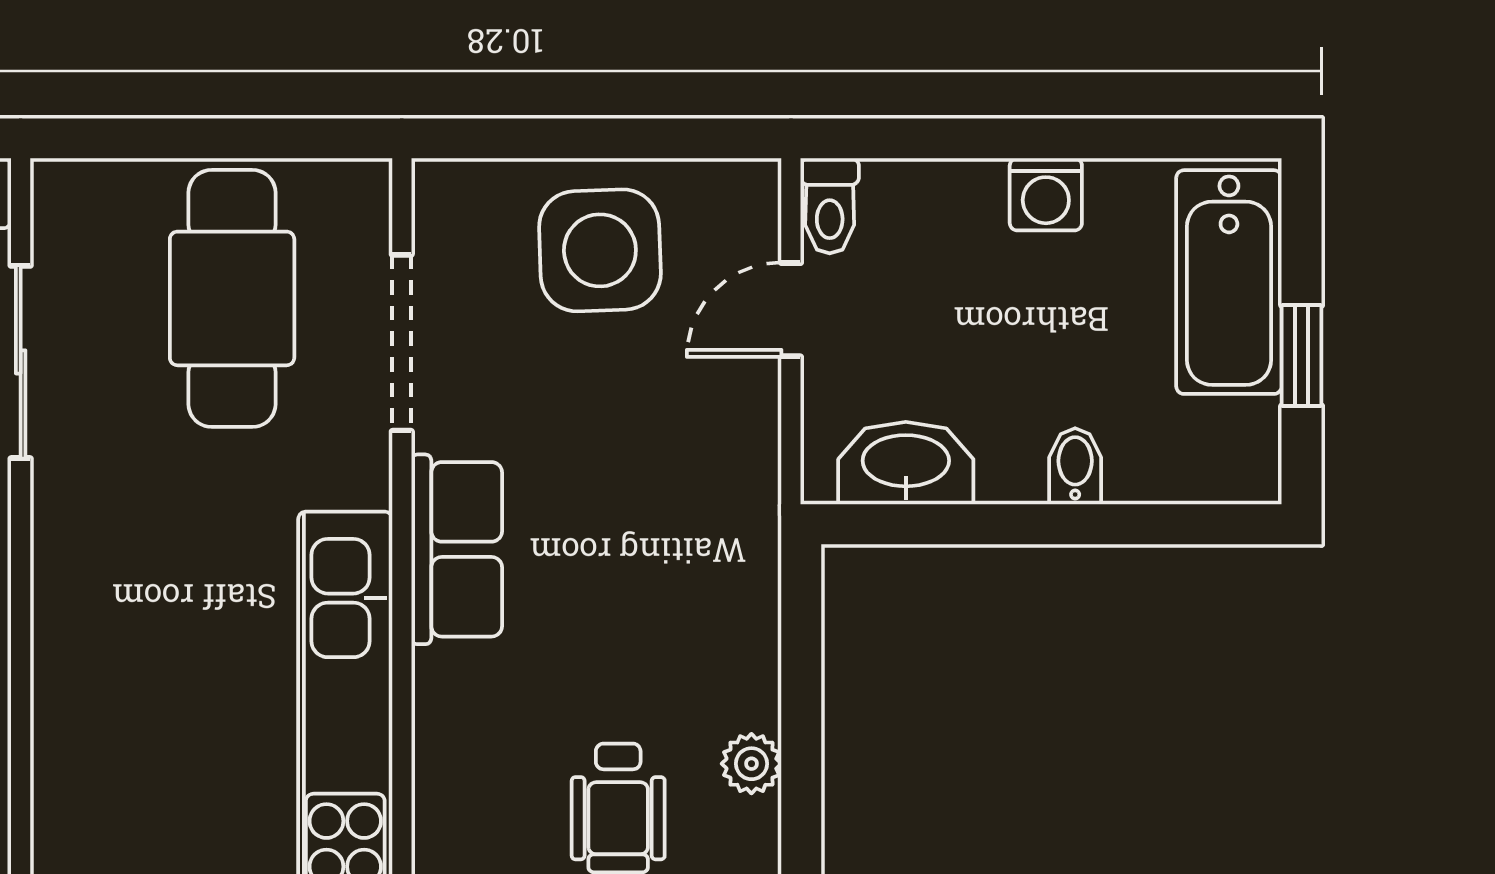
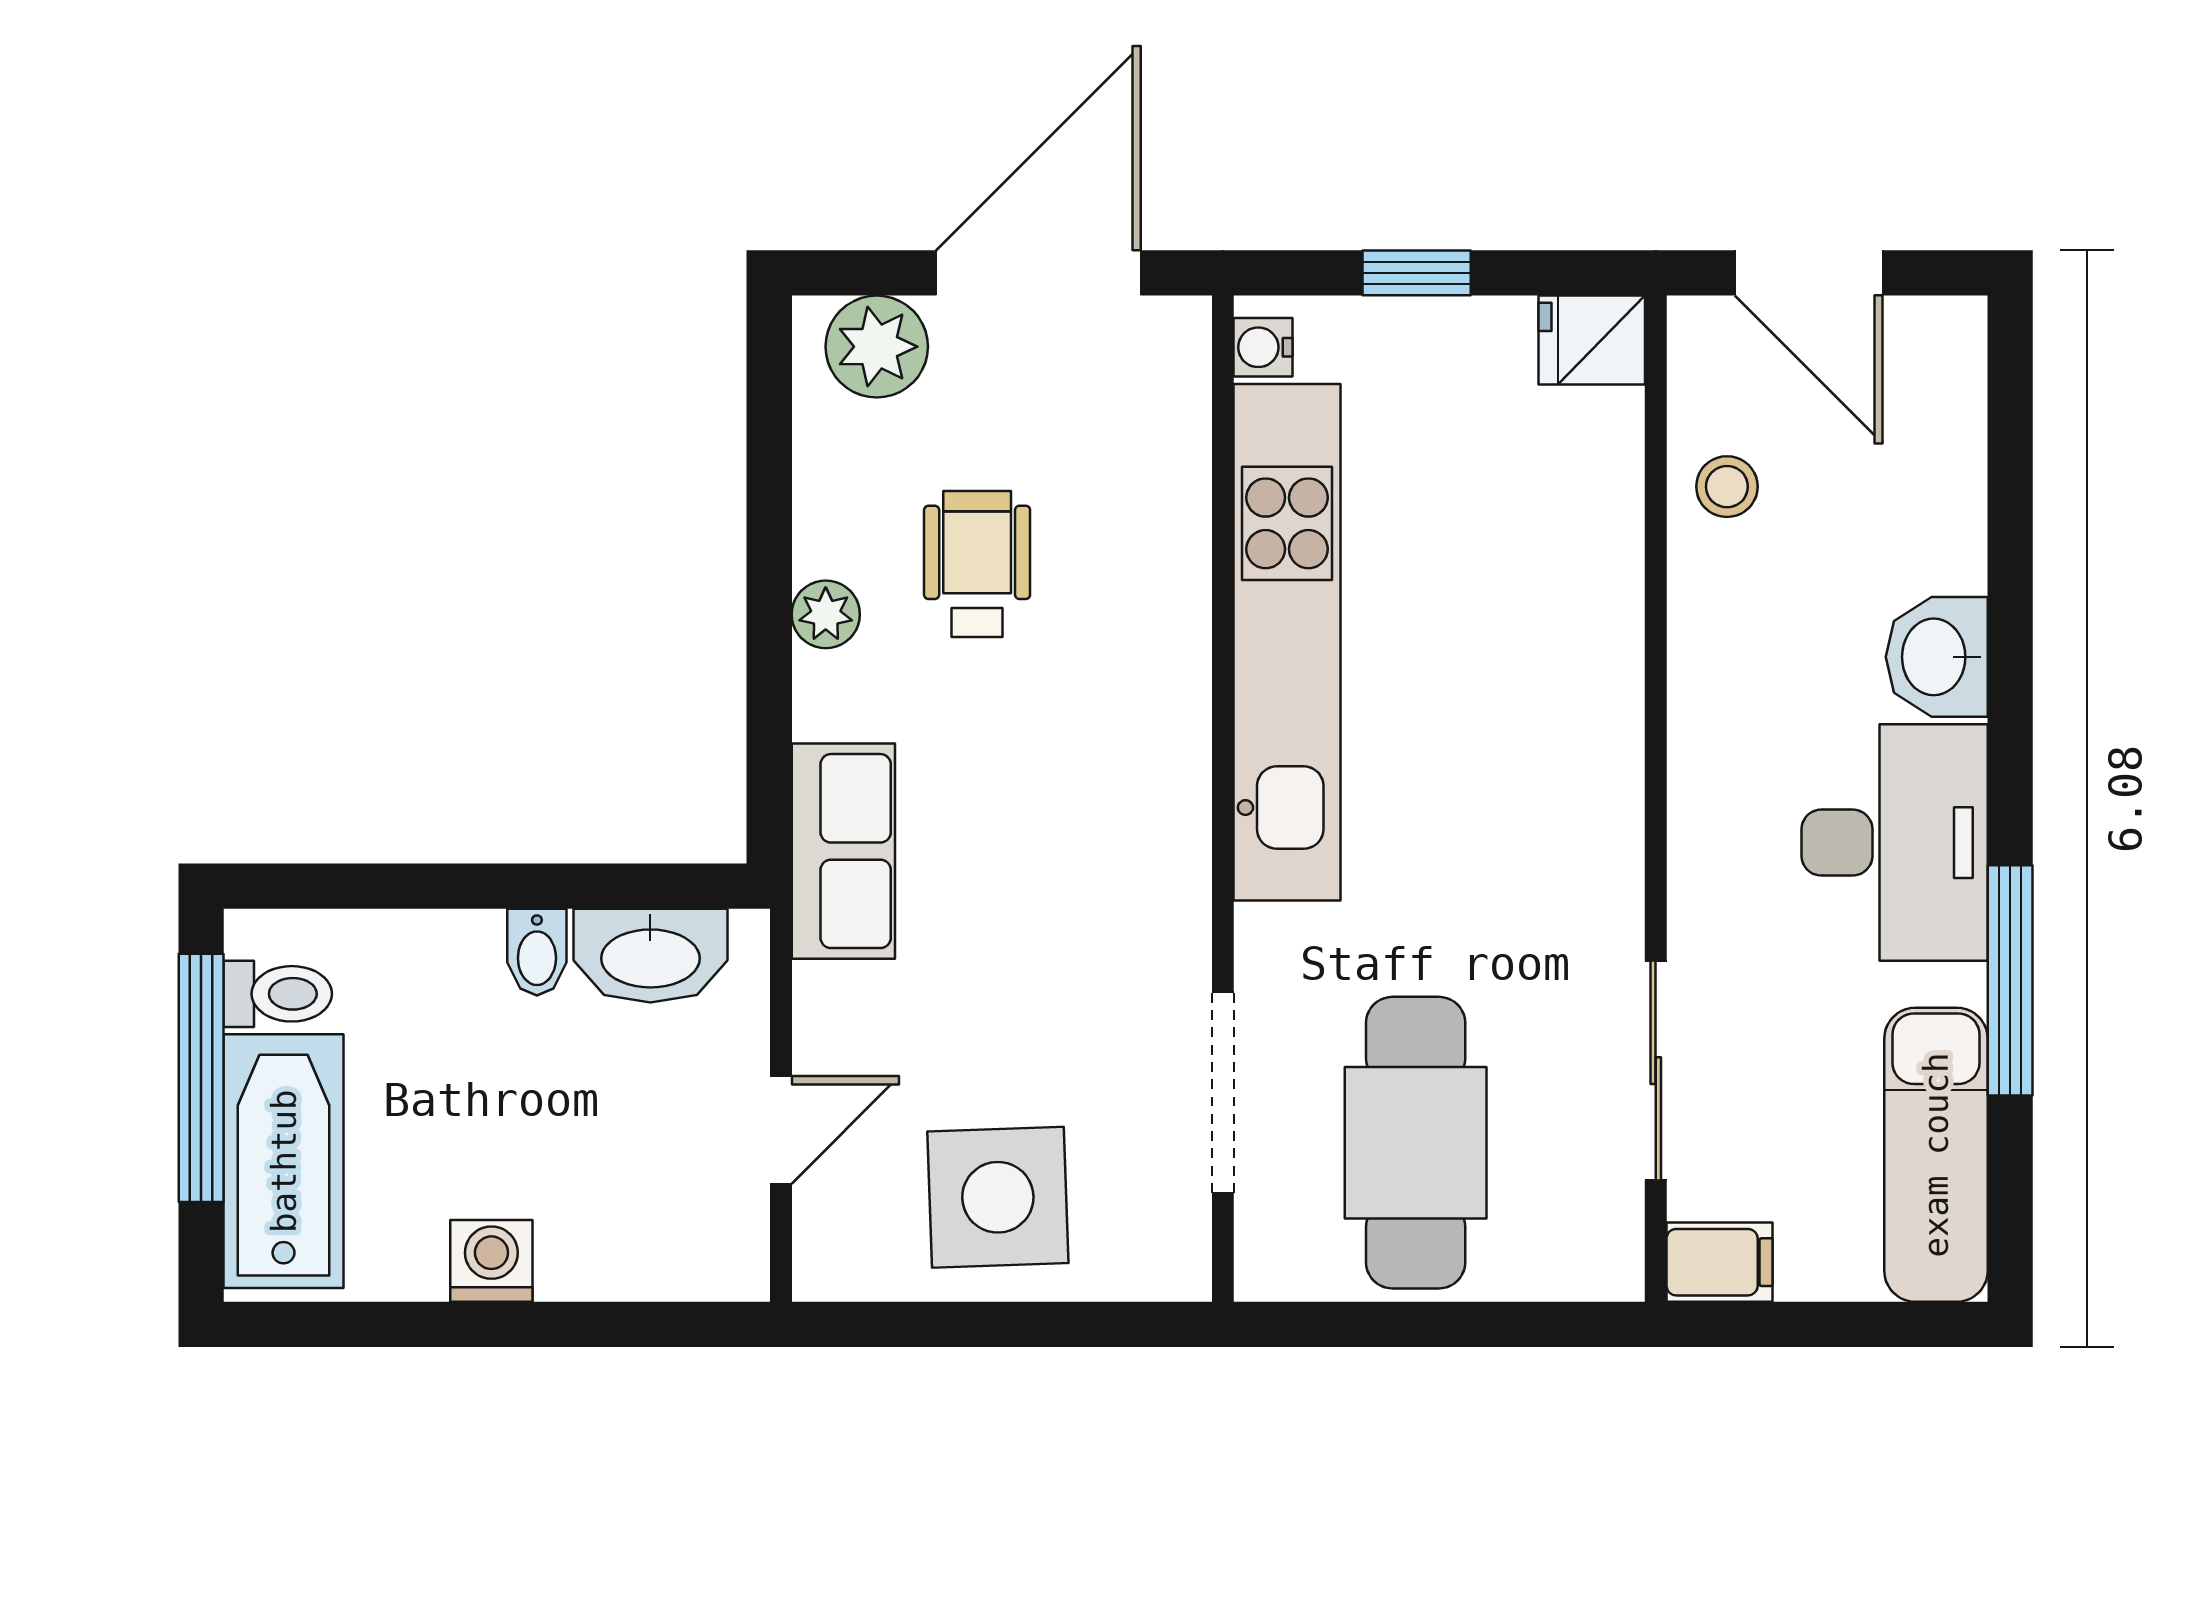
toilet: (830, 206) -> (278, 994), moved, turned 90
window: (1302, 356) -> (201, 1078), width x2.17
bidet: (1075, 466) -> (537, 952), moved
row of seats: (457, 549) -> (843, 851), moved, turned 180

